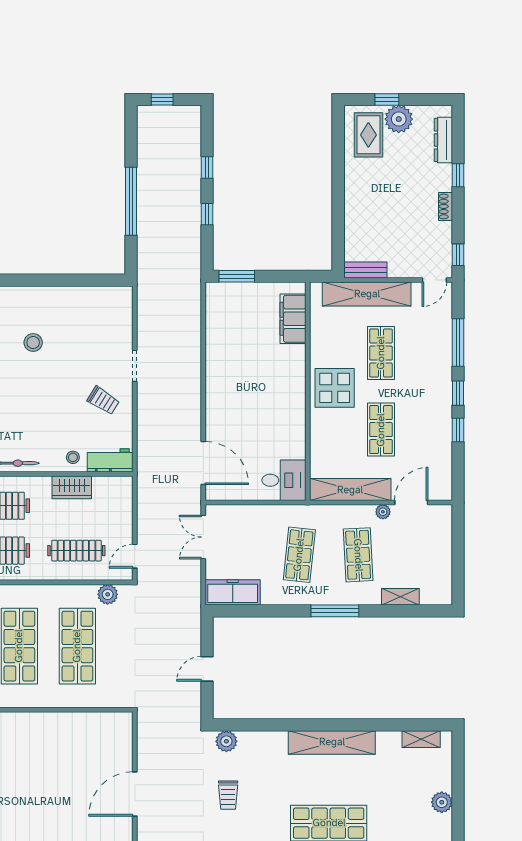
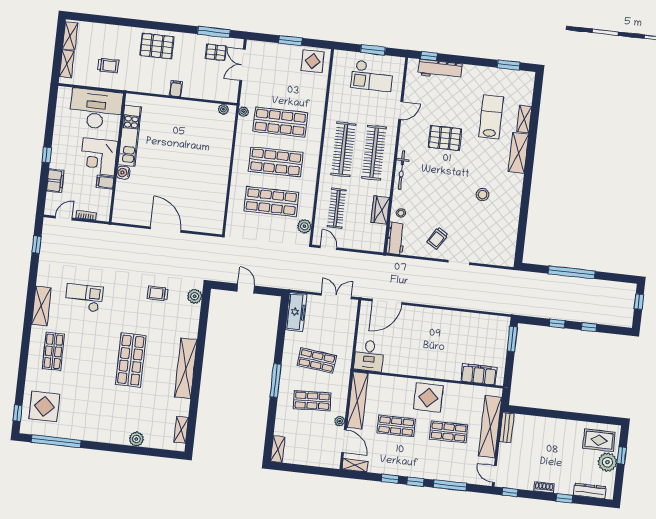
shelving: (444, 483) -> (355, 465), added
shelving: (400, 597) -> (278, 449), moved

